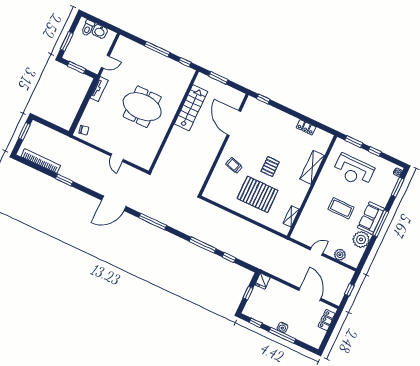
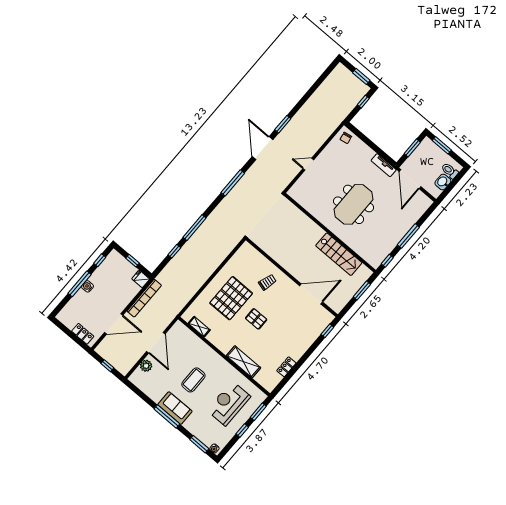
door: (105, 62) -> (410, 179), width x1.88
window: (47, 123) -> (363, 102), added
bookcase: (41, 161) -> (144, 298), moved
window: (64, 180) -> (283, 124), moved
plant: (361, 239) -> (156, 392), removed
door: (317, 252) -> (156, 343), width x1.88

